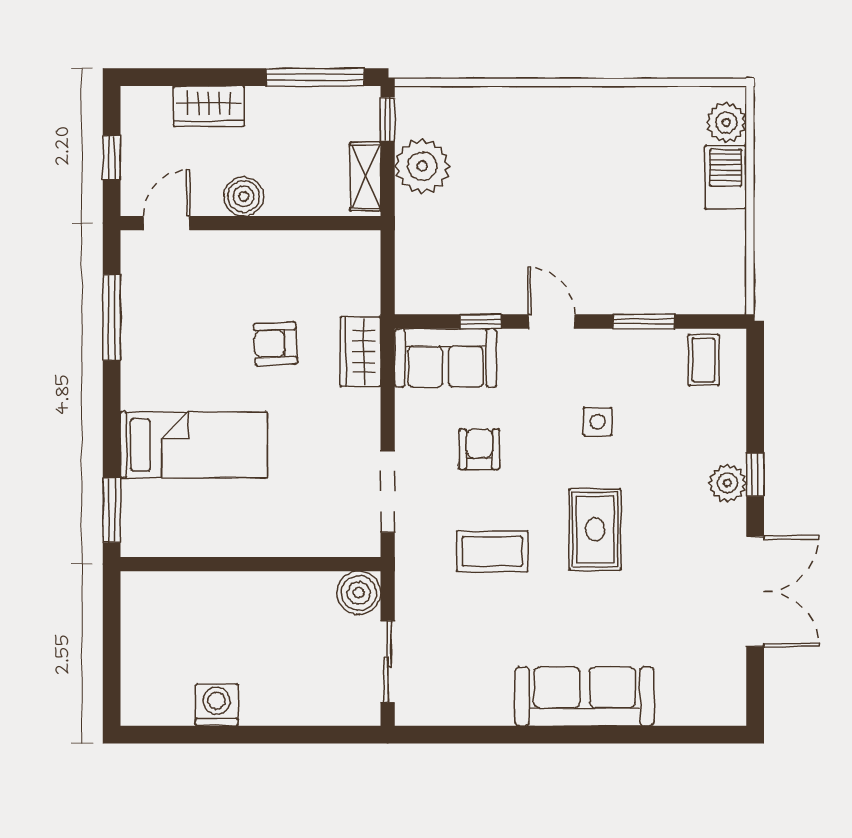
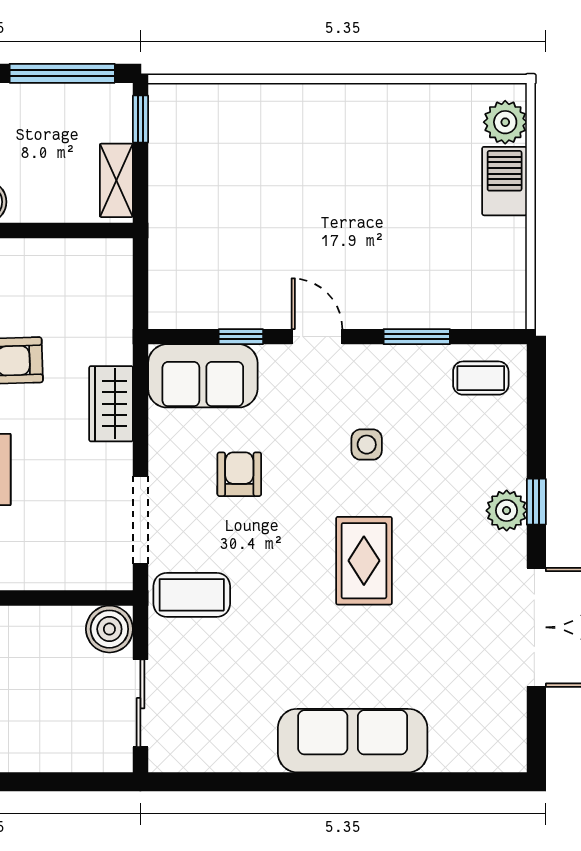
plant: (422, 166) -> (178, 169), removed
wardrobe: (360, 352) -> (111, 404), moved
coffee table: (704, 360) -> (481, 378), turned 90
coffee table: (492, 551) -> (192, 595), moved

